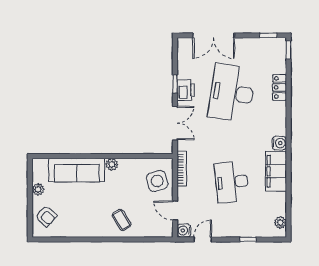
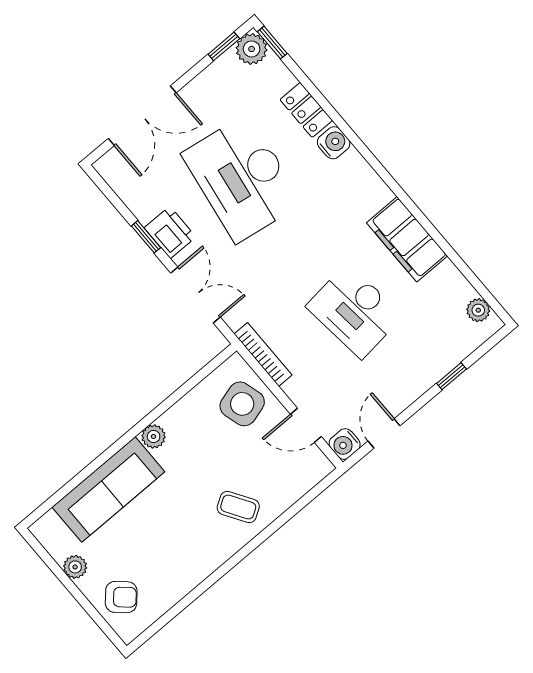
plant: (278, 46) -> (252, 49), added
water cooler: (279, 143) -> (334, 143), moved

